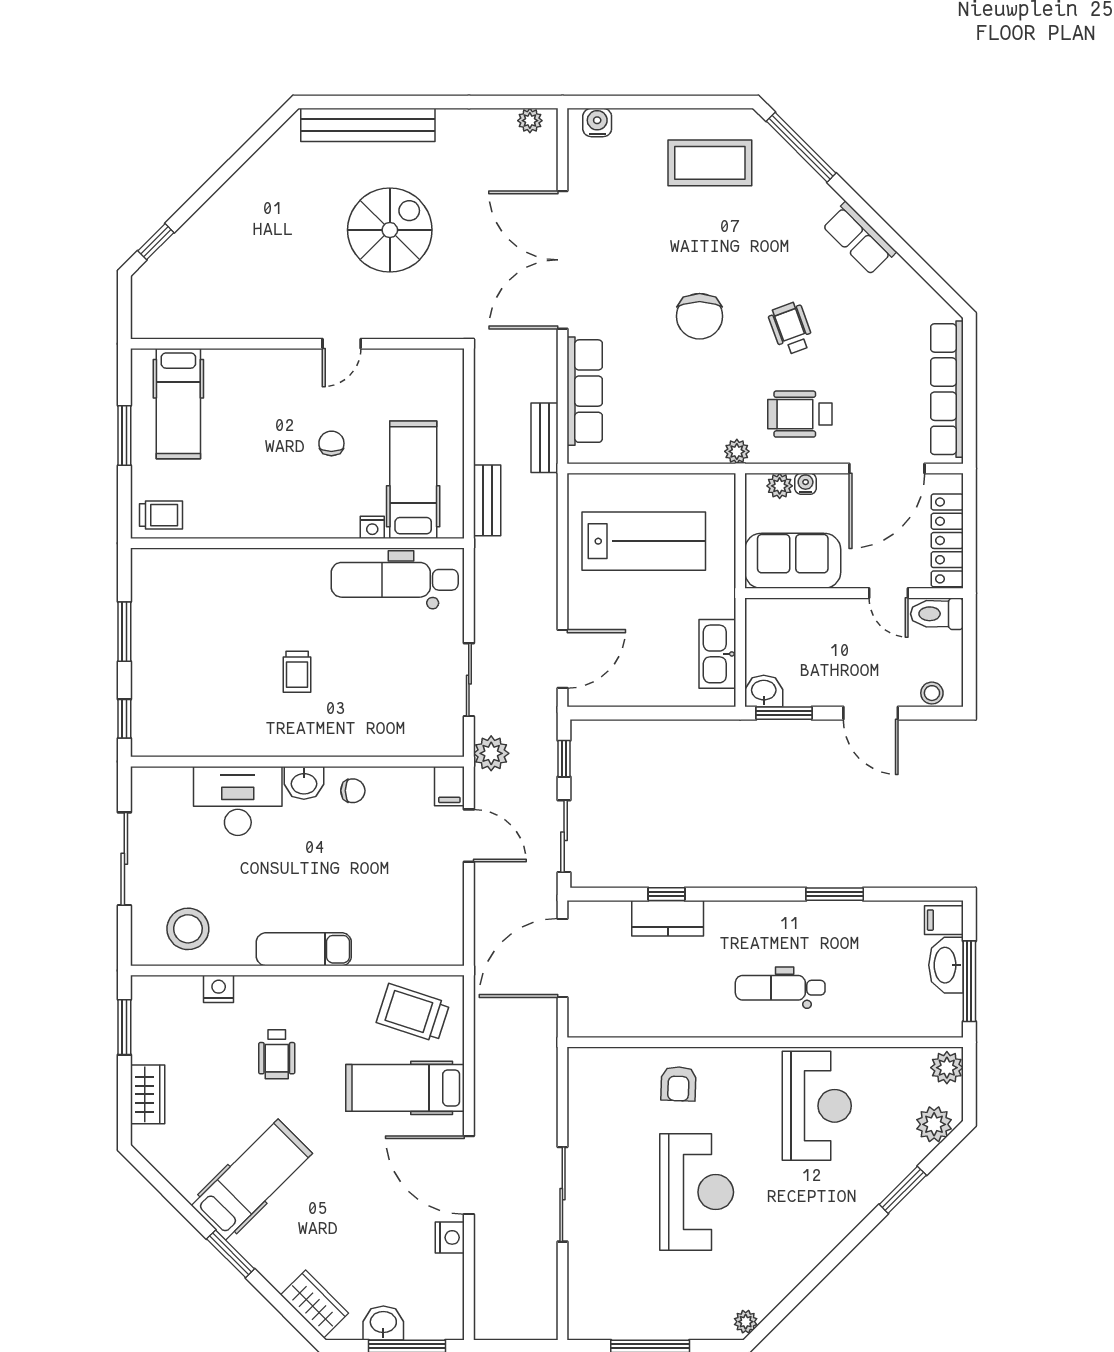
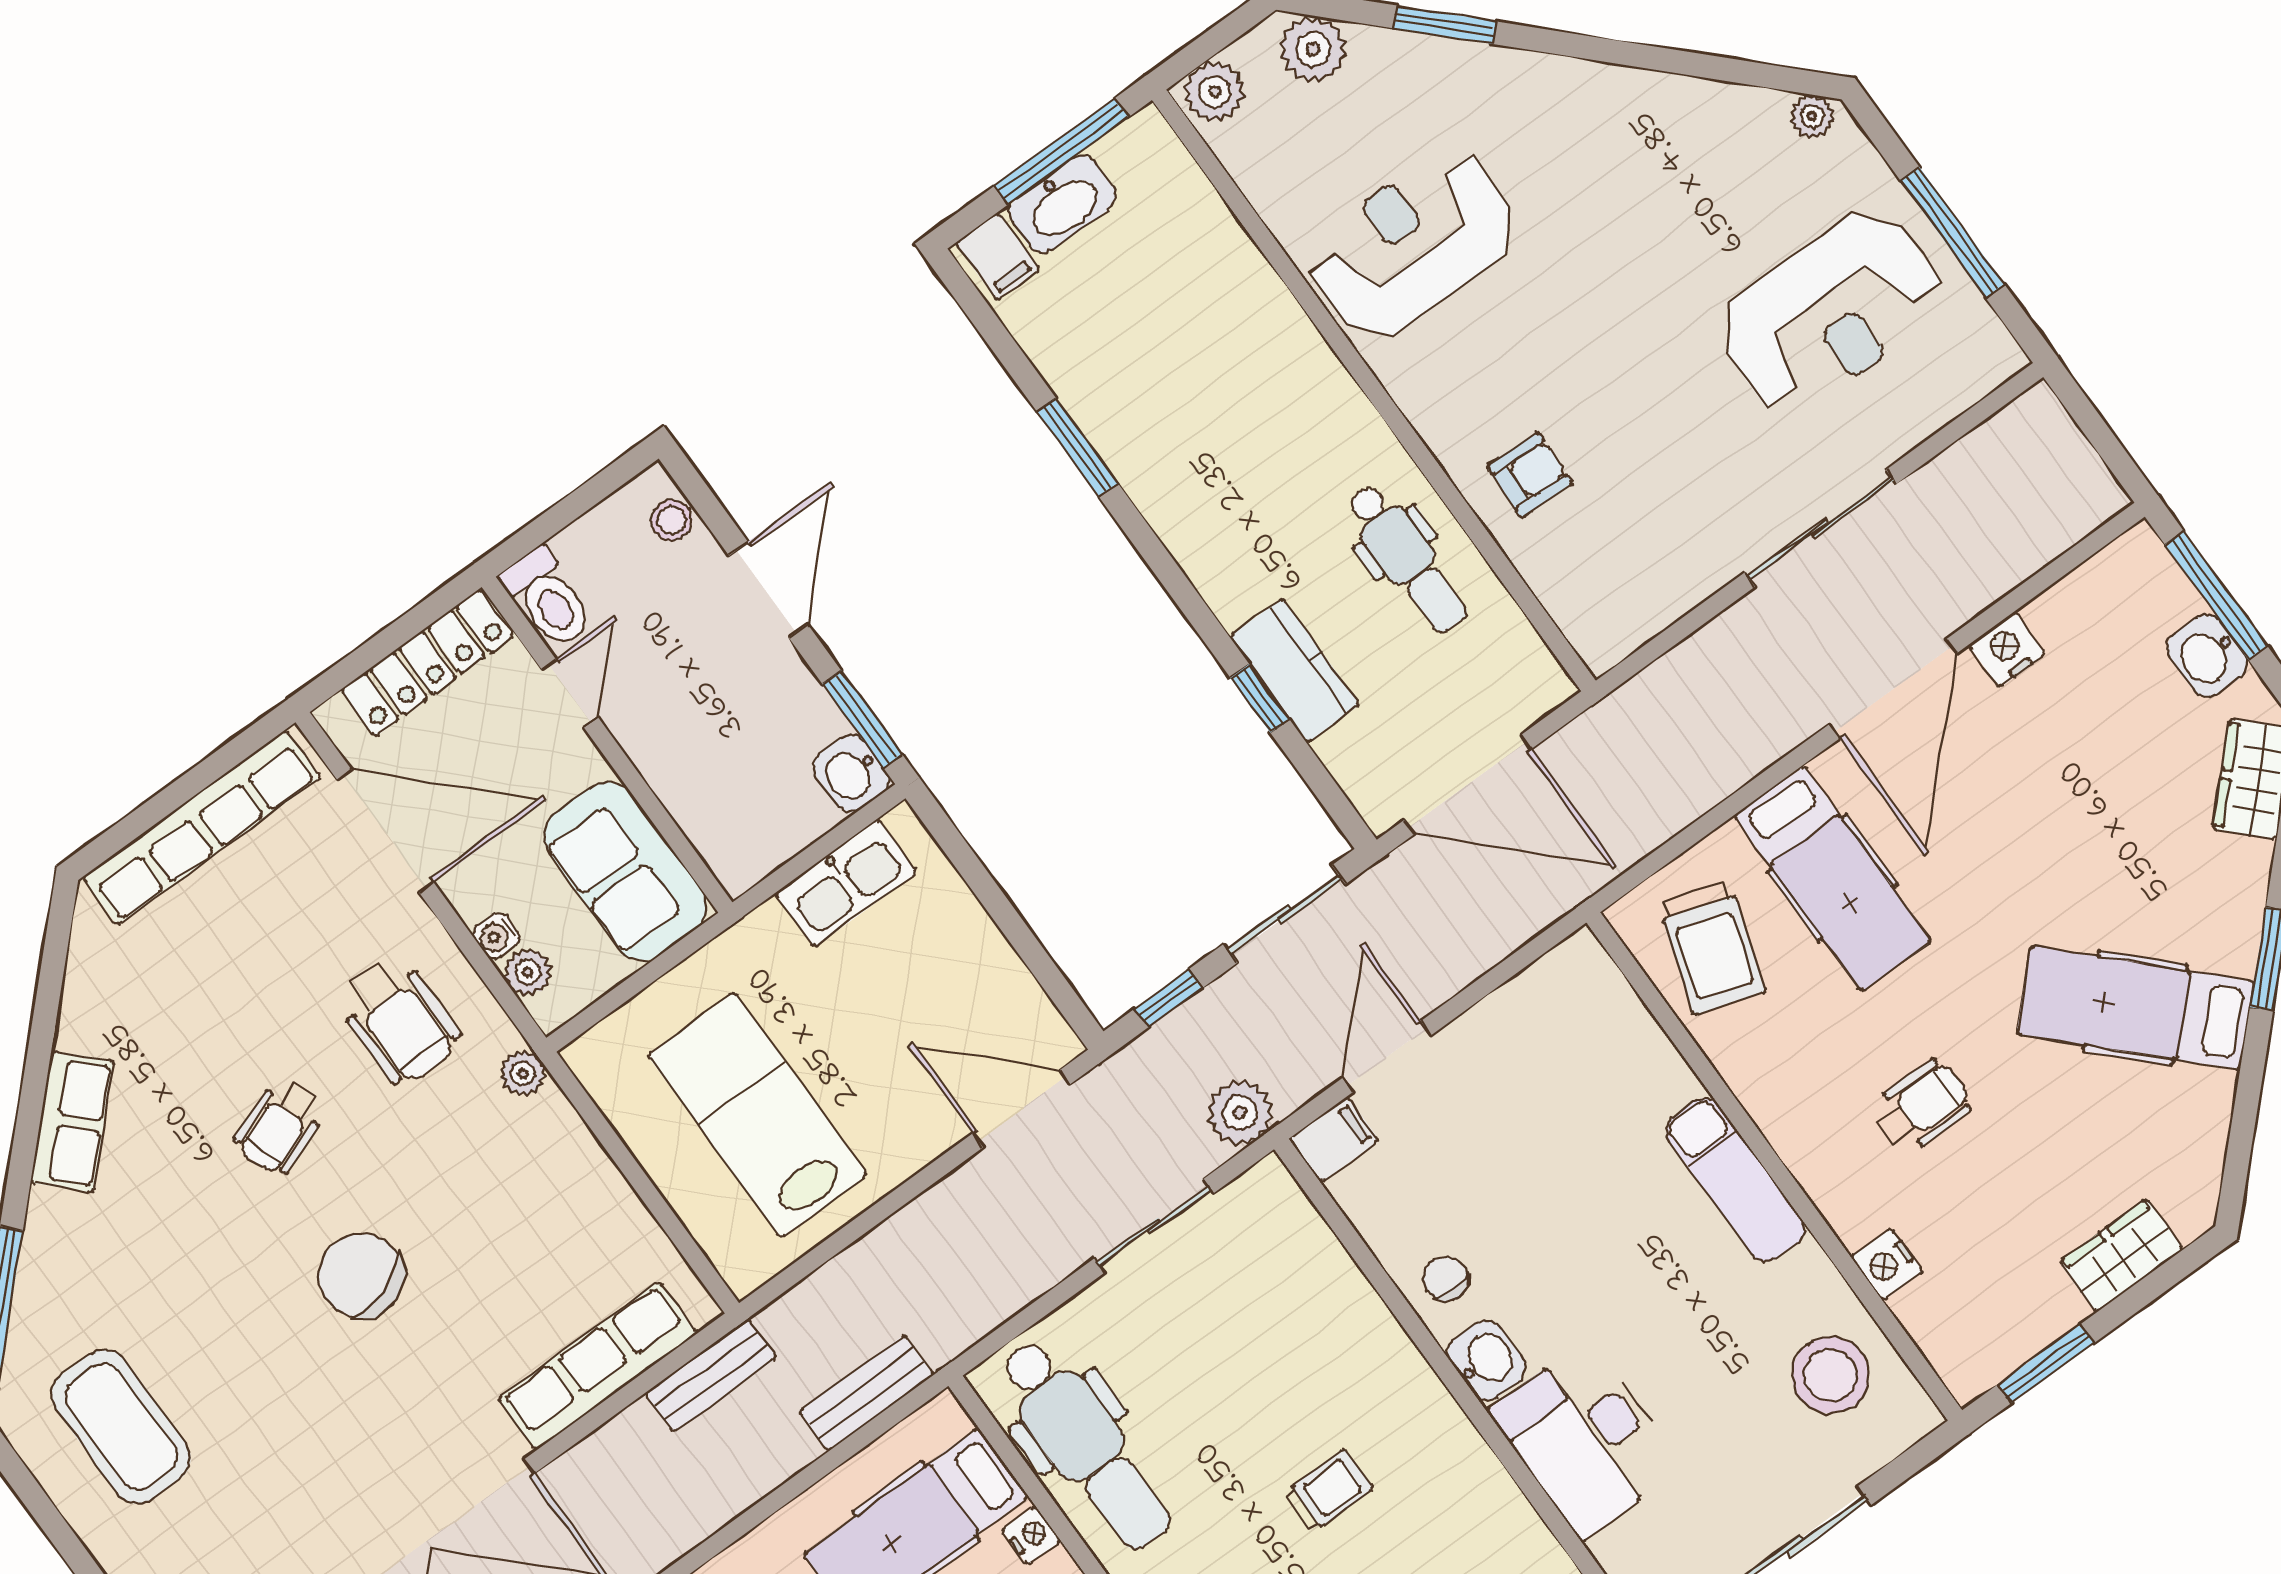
chair: (700, 316) -> (361, 1276), turned -110
dental chair: (780, 988) -> (1407, 559), moved
reception desk: (697, 1192) -> (1830, 312), moved, turned 180

